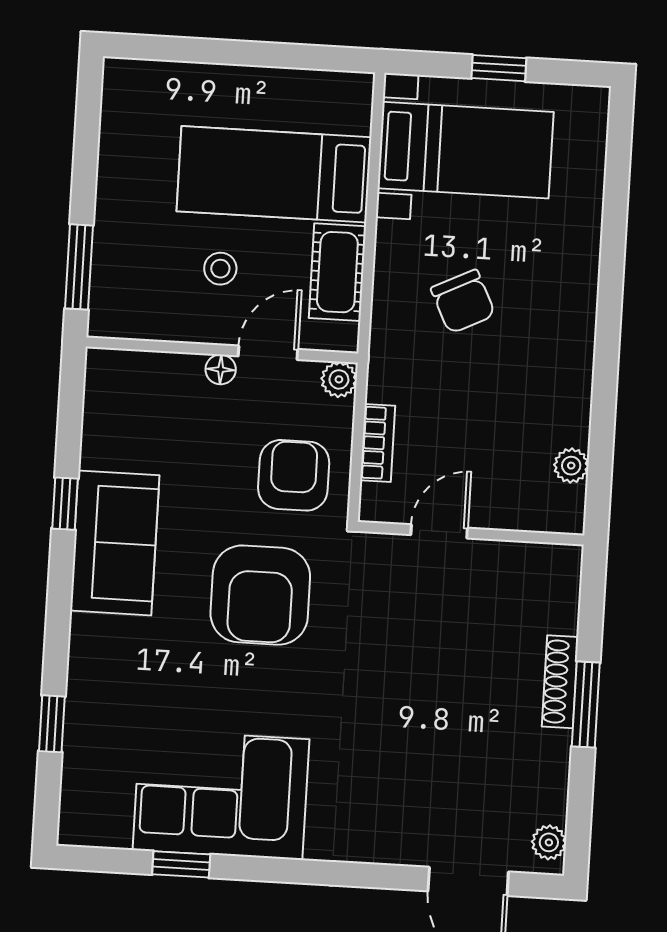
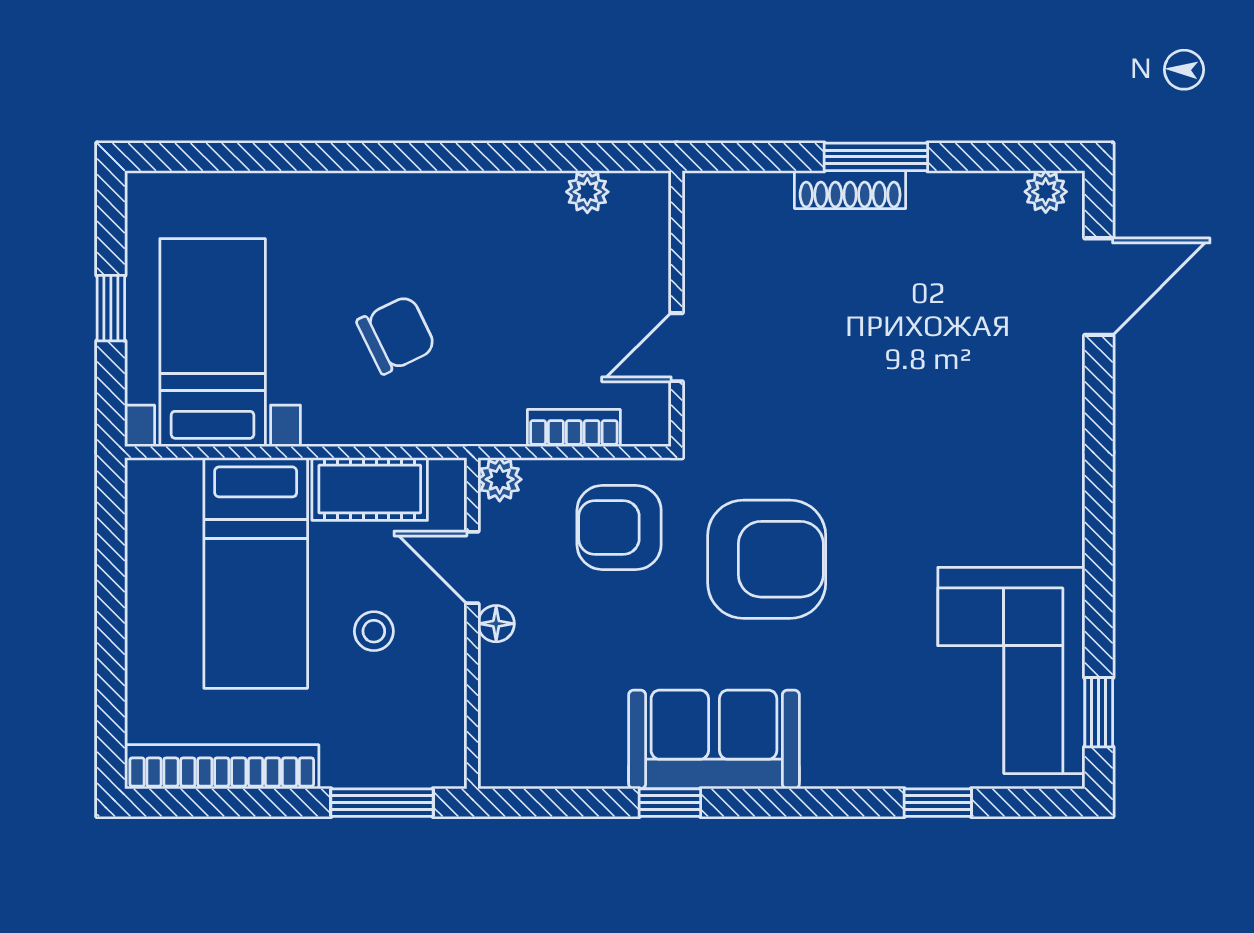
bookcase: (116, 137) -> (222, 767), added
door: (439, 531) -> (677, 347), hinge flipped
corner sofa: (221, 795) -> (1011, 670), moved
window: (181, 864) -> (1099, 712), moved

